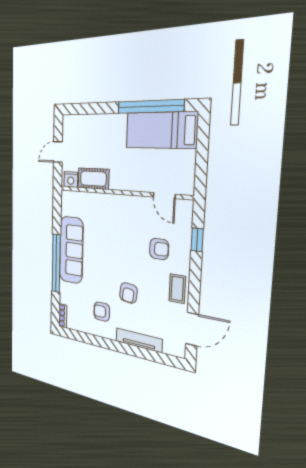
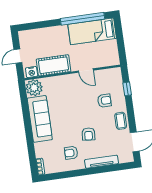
cot: (93, 179) -> (54, 65), width x1.37, depth x1.34
door: (164, 196) -> (86, 71), moved
plant: (71, 203) -> (34, 88), added
window: (56, 263) -> (29, 132), removed

